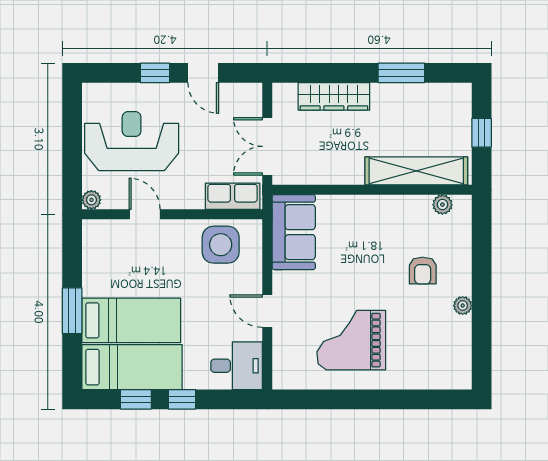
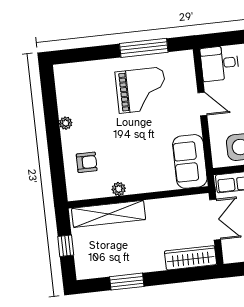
wardrobe: (334, 96) -> (190, 258), moved
plant: (442, 205) -> (119, 189), moved
armchair: (423, 271) -> (87, 162), moved, turned 90
window: (341, 399) -> (144, 48), added

